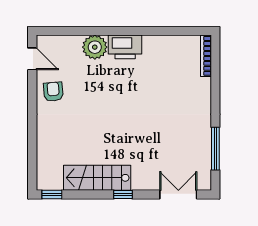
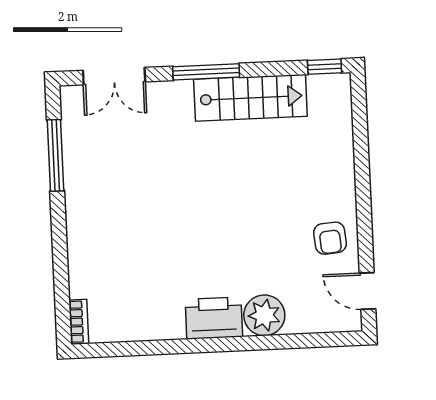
bookcase: (206, 56) -> (79, 322), width x0.64
window: (123, 195) -> (206, 72), width x2.17

